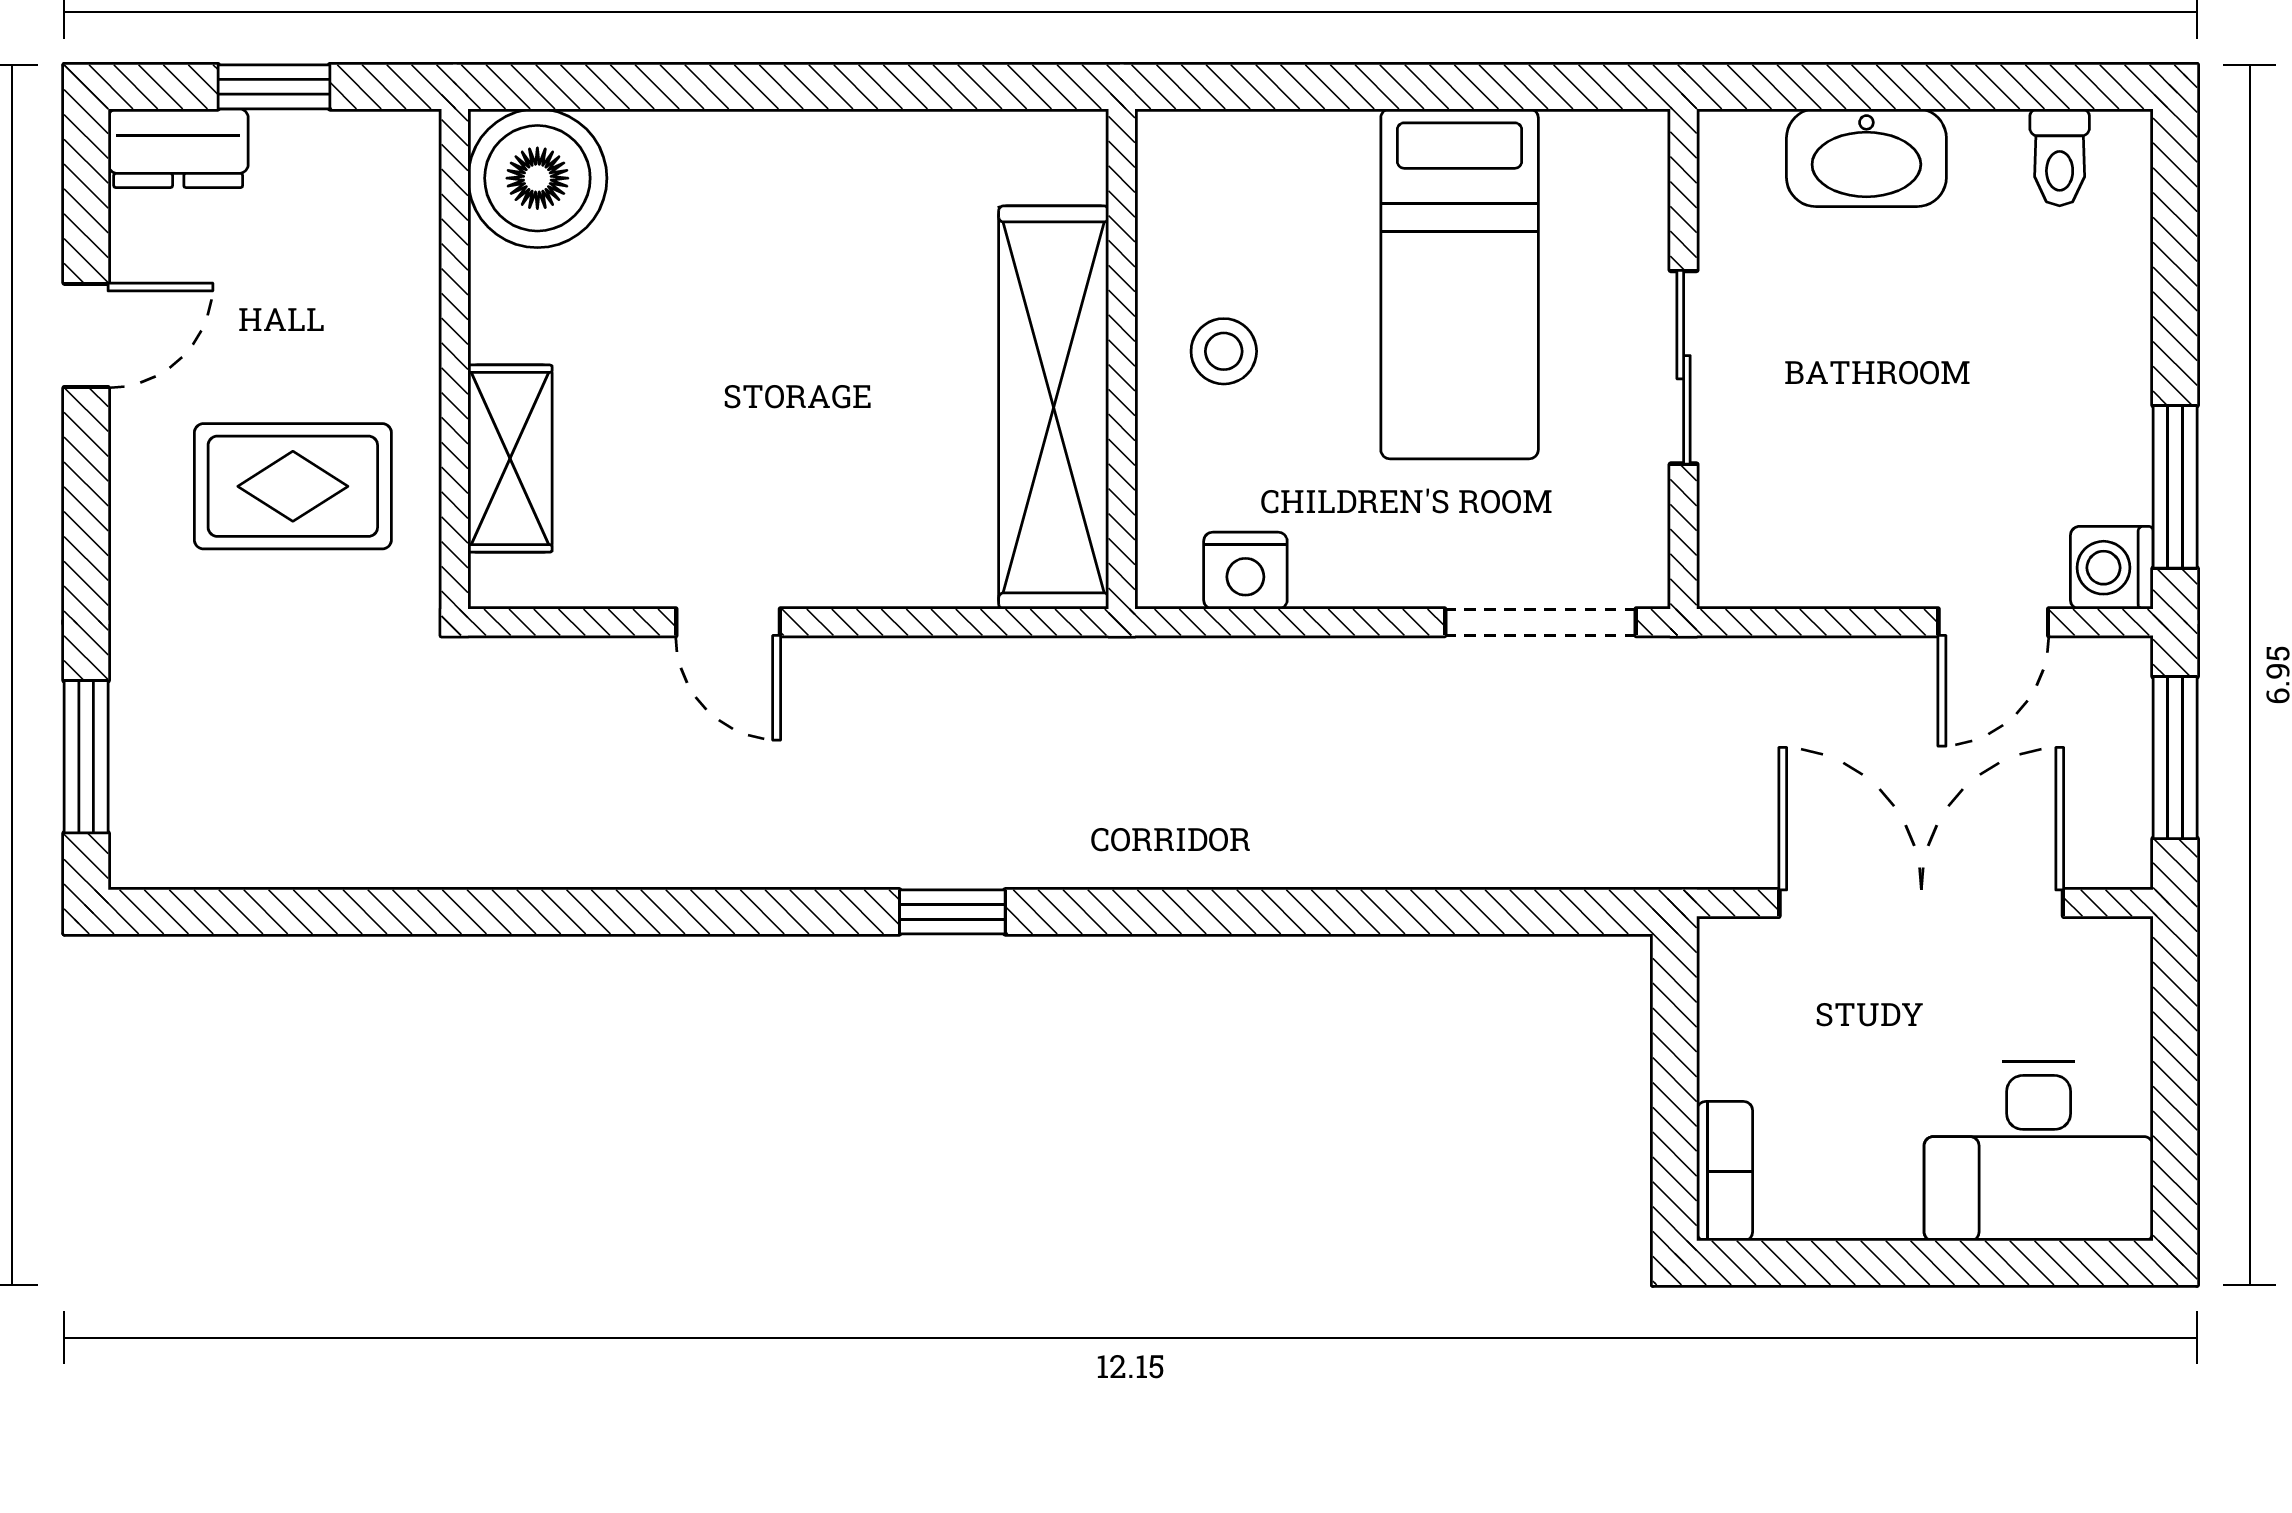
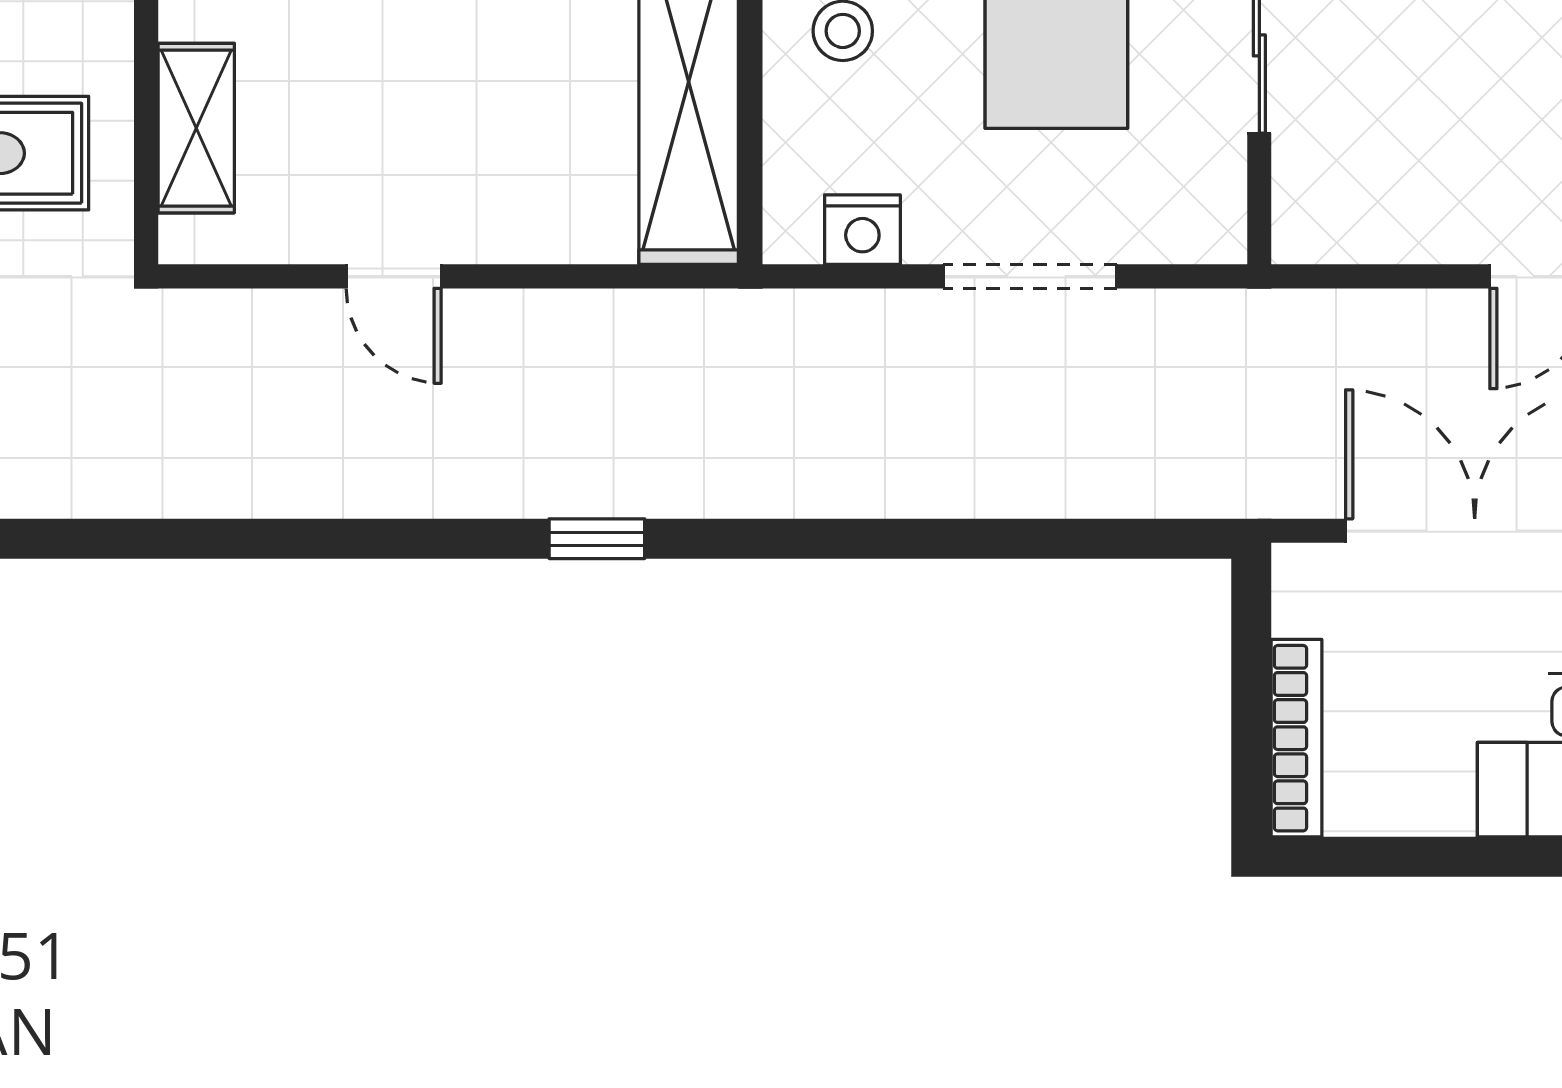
doorway: (1540, 622) -> (1030, 276), moved
bookcase: (1725, 1171) -> (1297, 738), width x1.56

